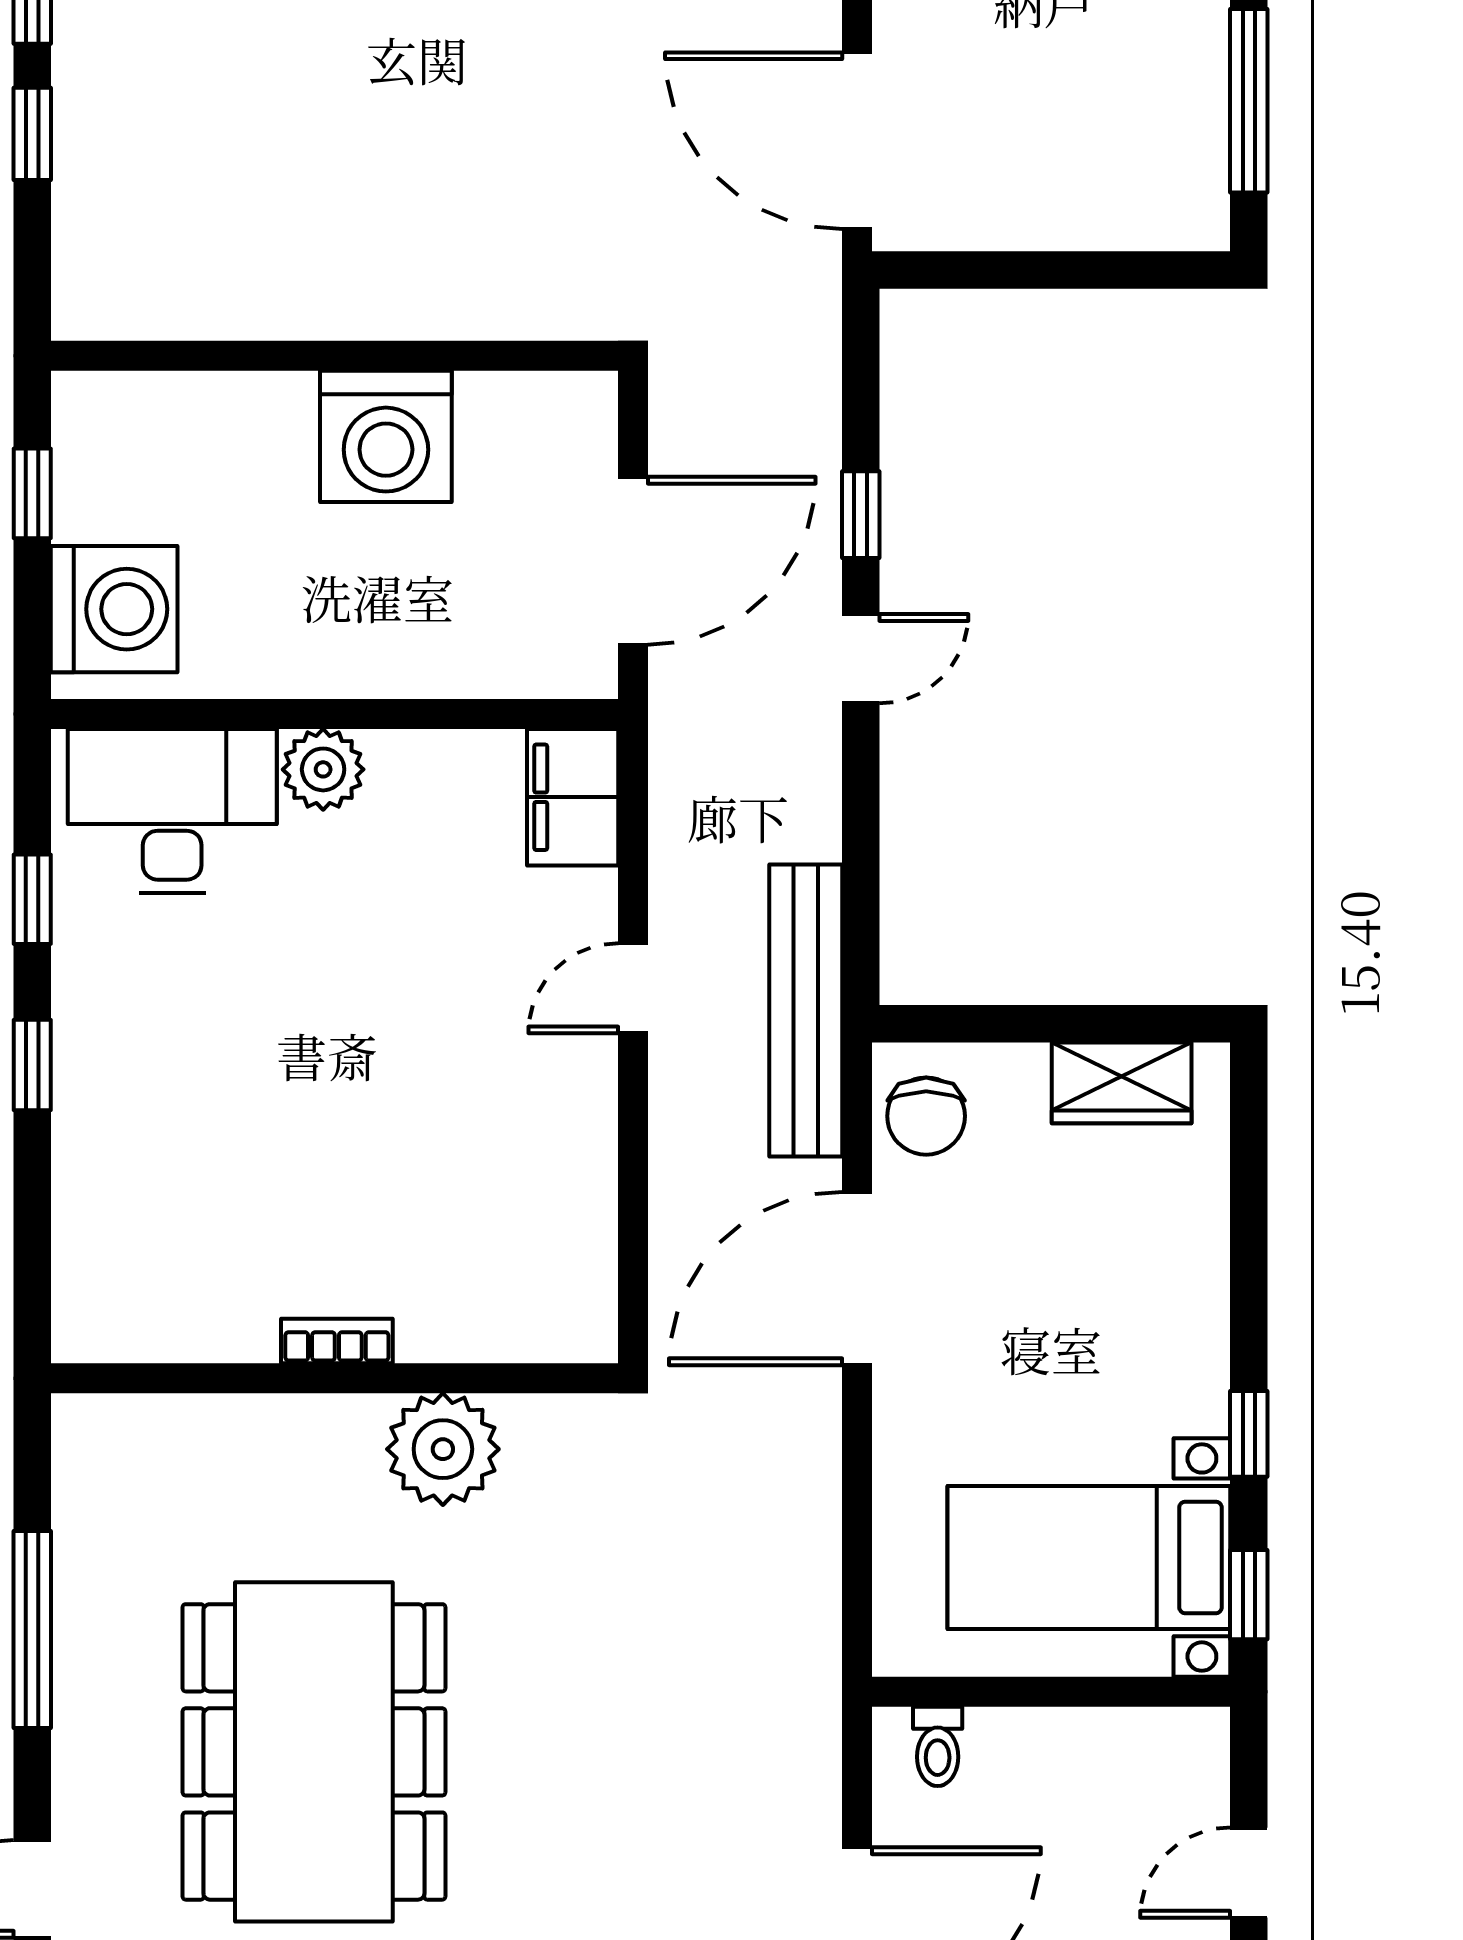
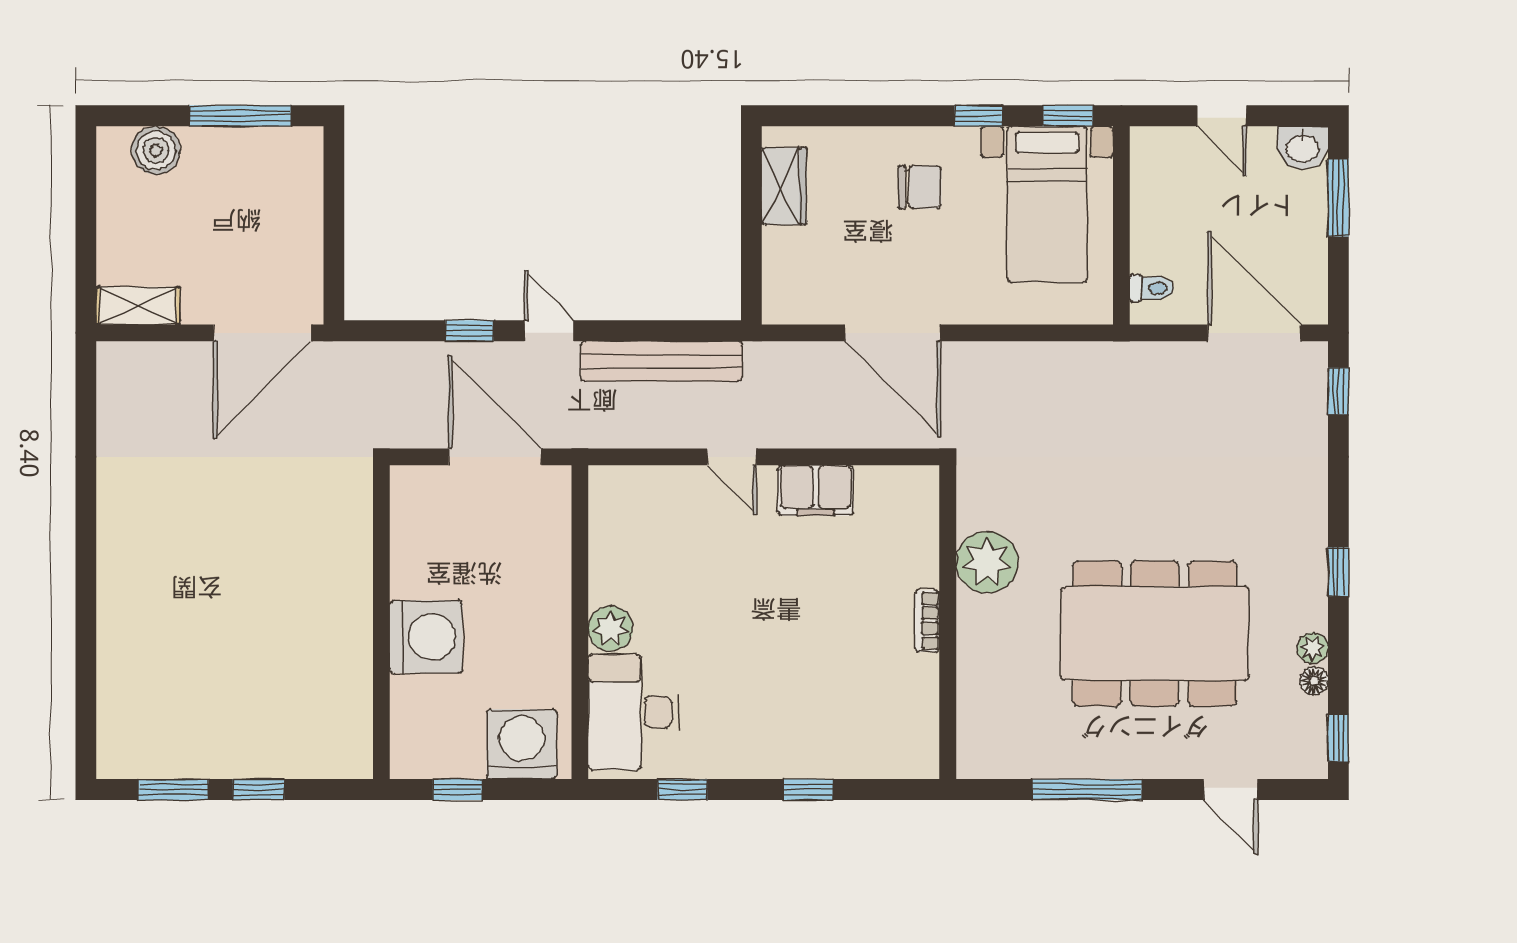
washing machine: (386, 436) -> (426, 637), moved
filing cabinet: (573, 797) -> (816, 490), moved
bench: (806, 1011) -> (661, 361), moved
window: (32, 1065) -> (808, 790), moved
chair: (926, 1116) -> (920, 187), moved

